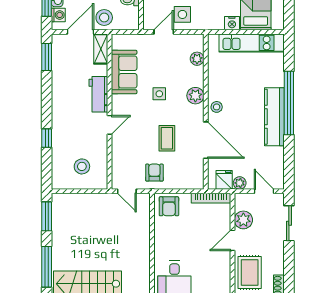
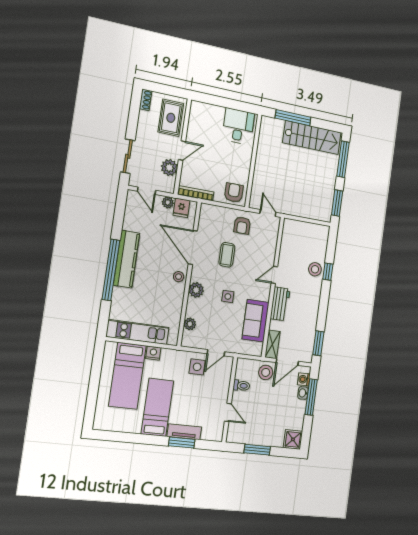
stool: (82, 166) -> (315, 269), moved

